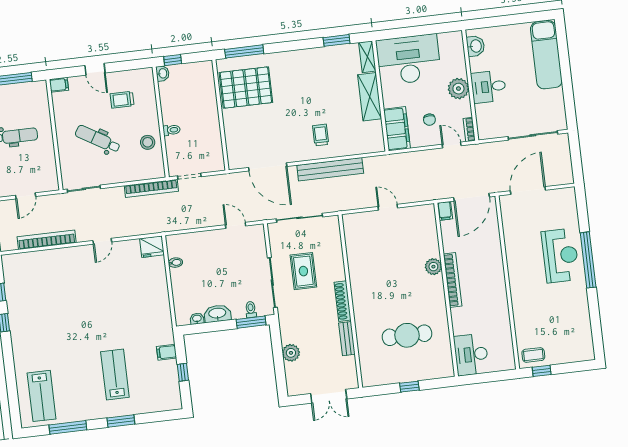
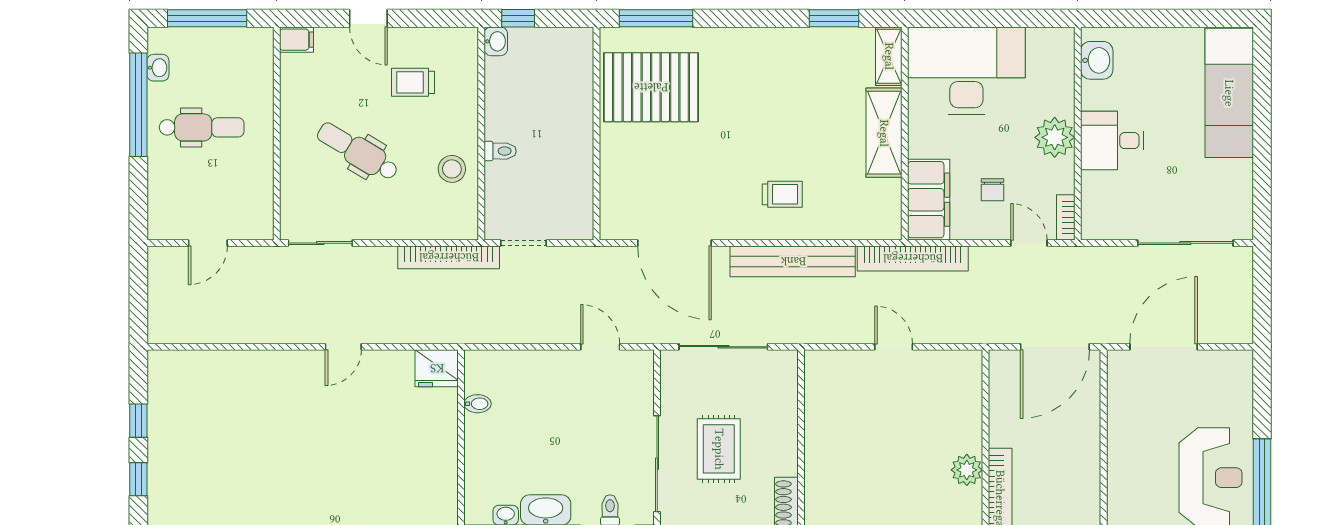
trolley: (321, 135) -> (782, 194), turned 90
filing cabinet: (445, 211) -> (1001, 367), removed
bookcase: (47, 240) -> (913, 258), moved, turned 180

